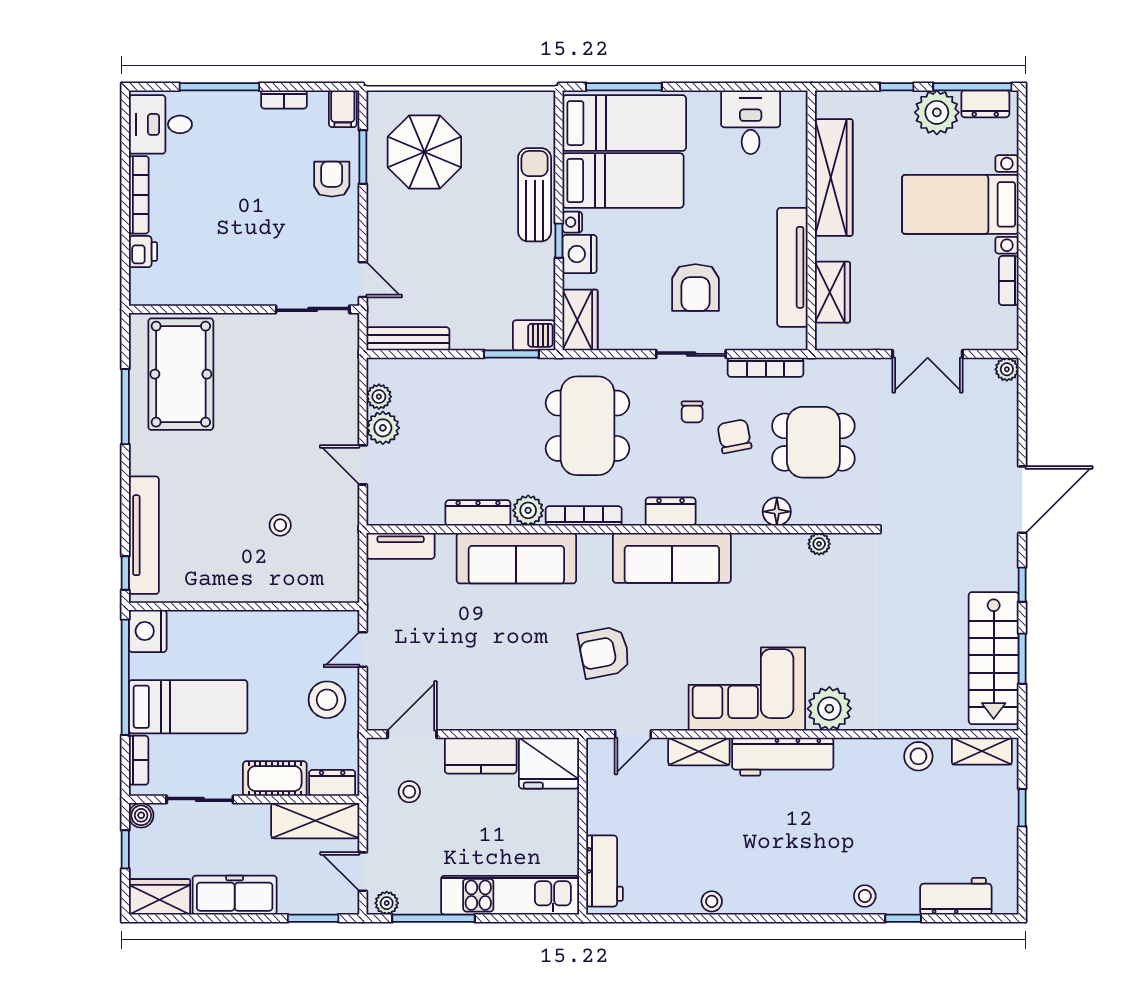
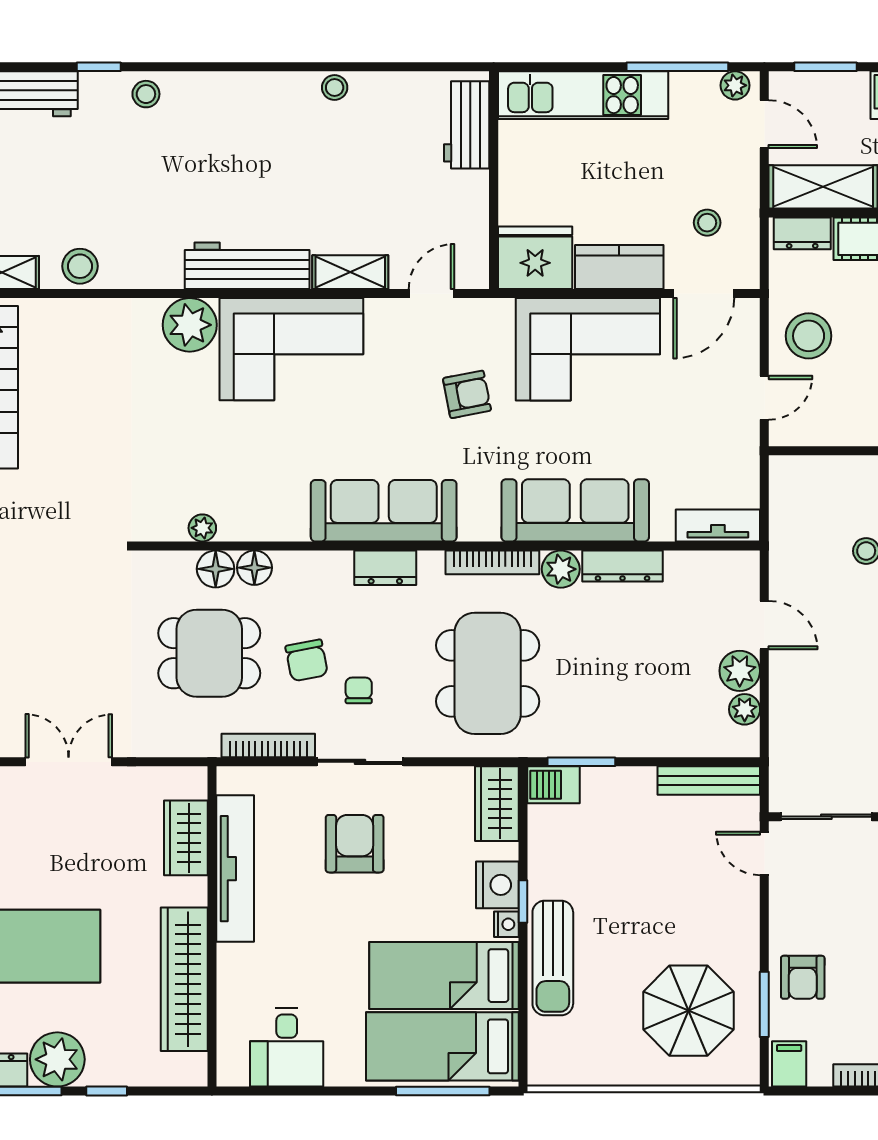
floor lamp: (808, 511) -> (216, 569), added
armchair: (604, 652) -> (467, 394), width x0.72, depth x0.72
corner sofa: (506, 689) -> (588, 349), added

